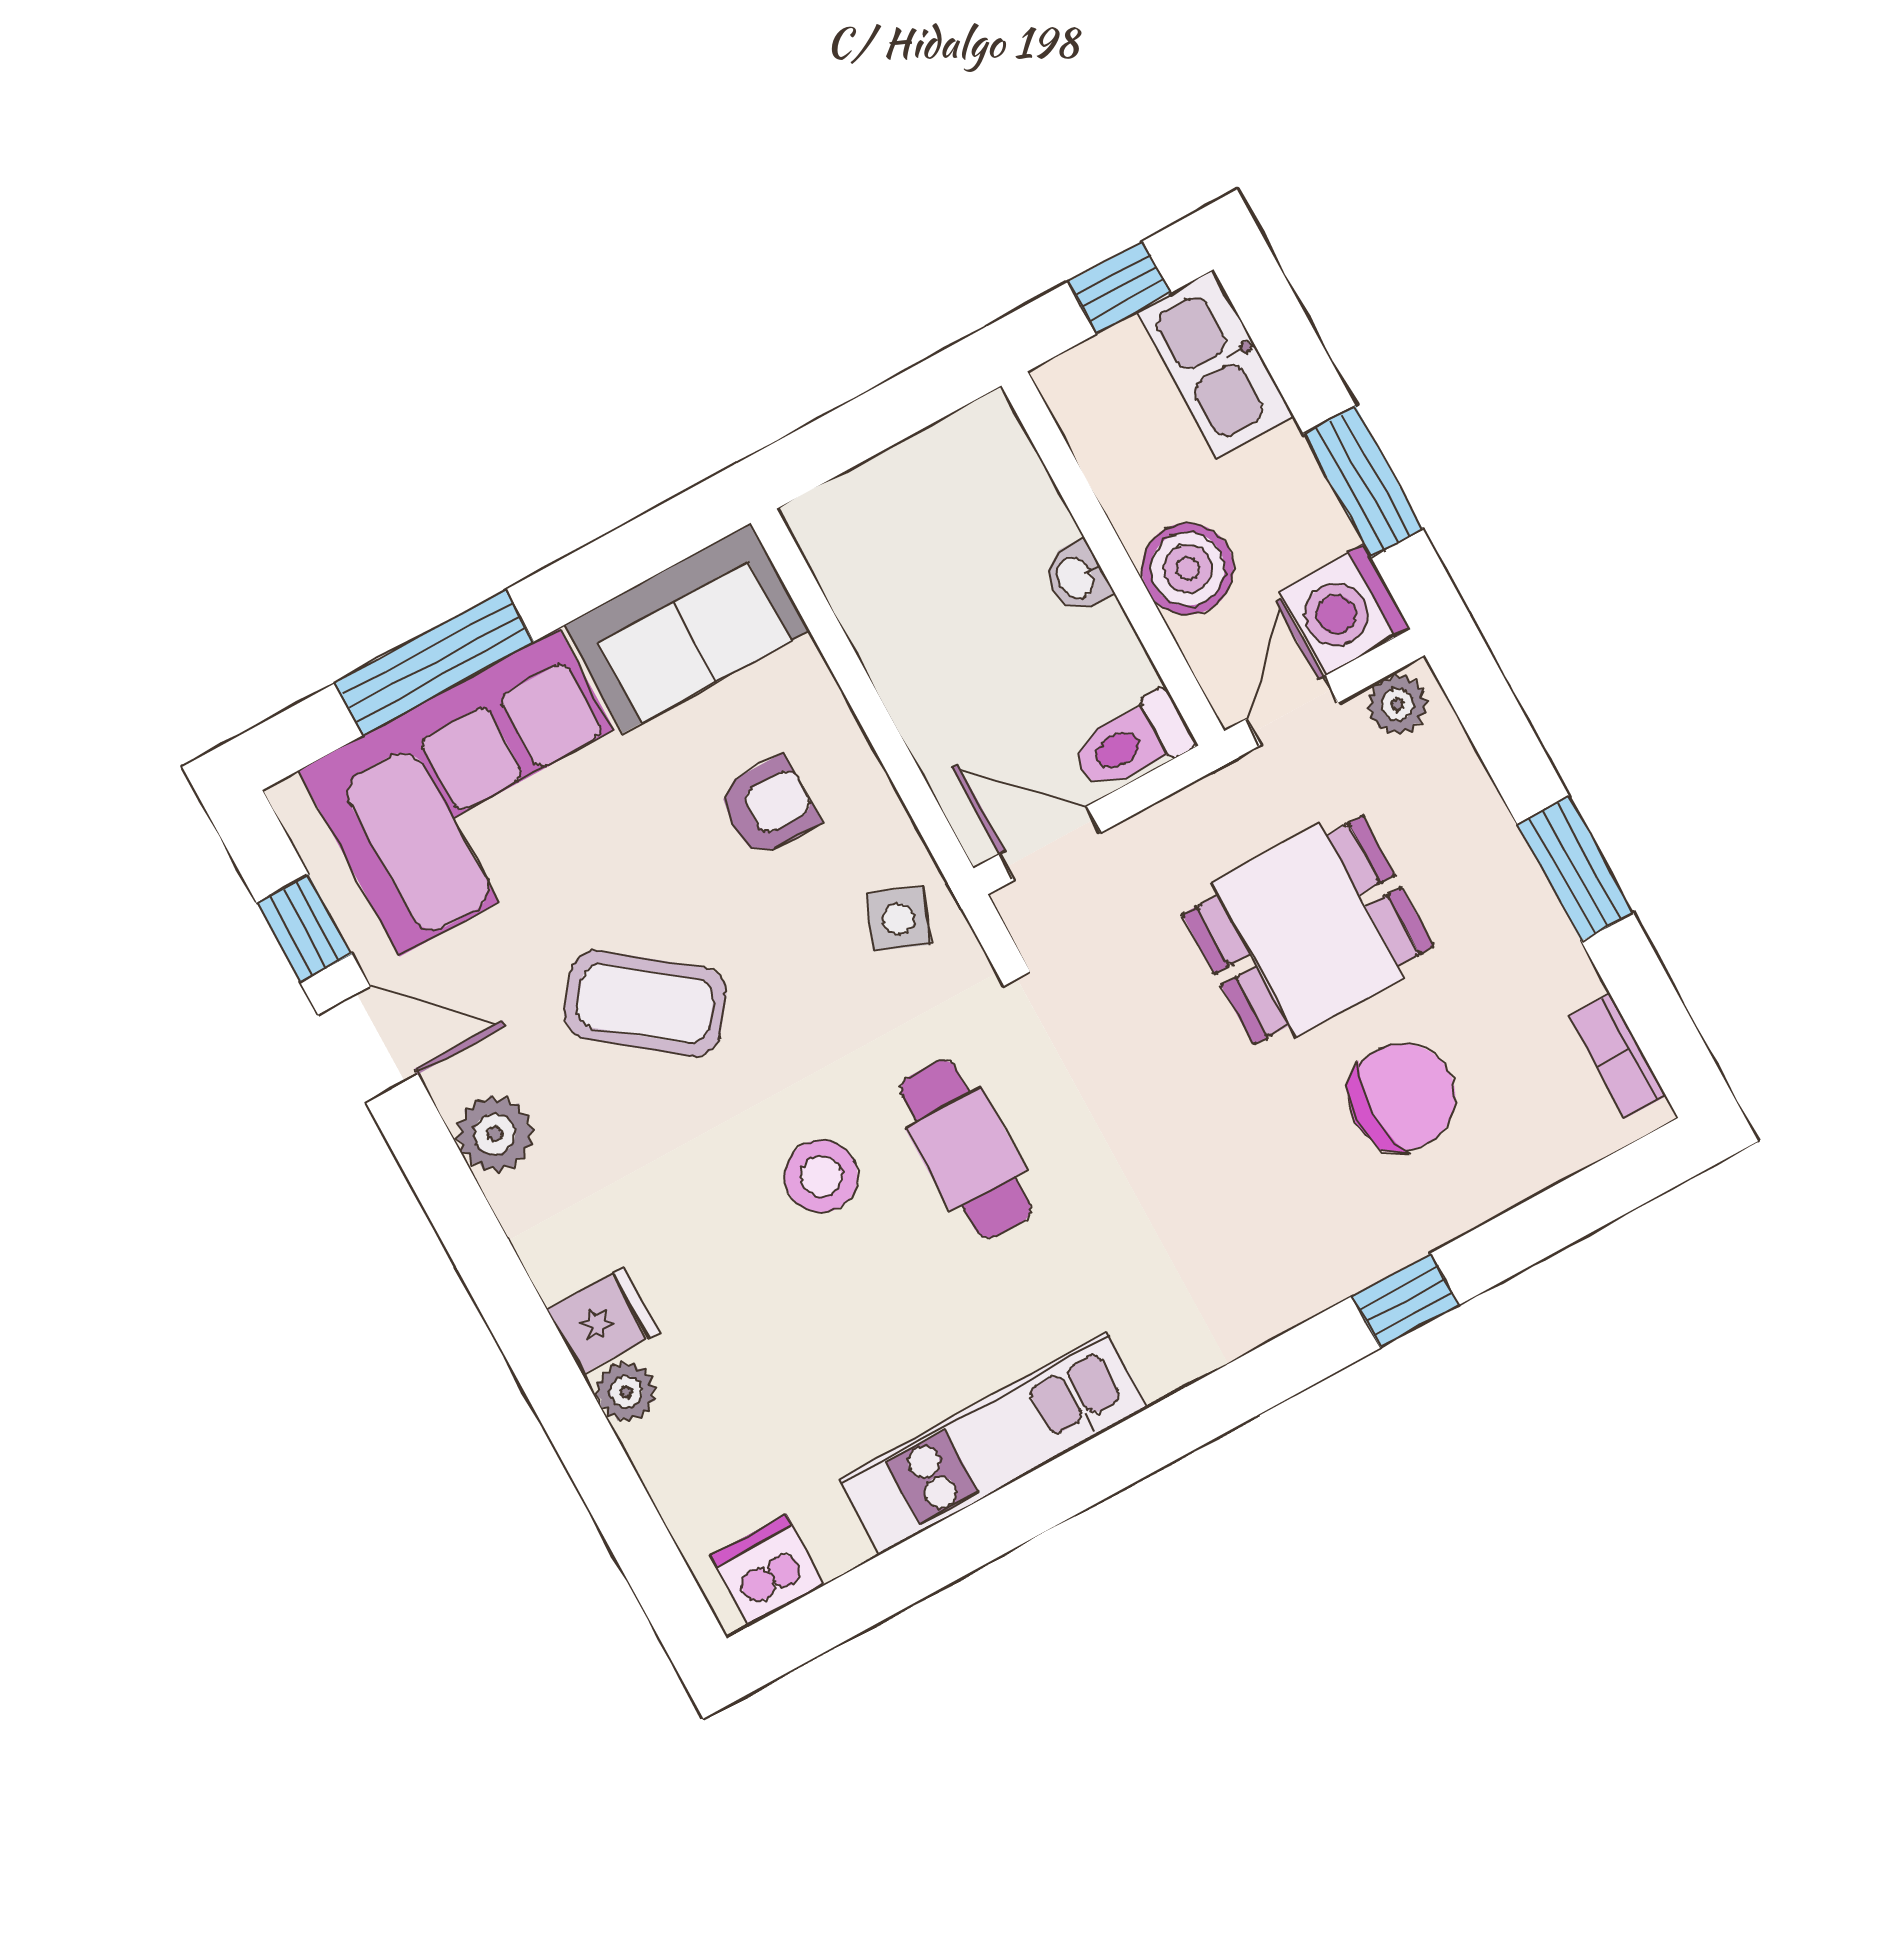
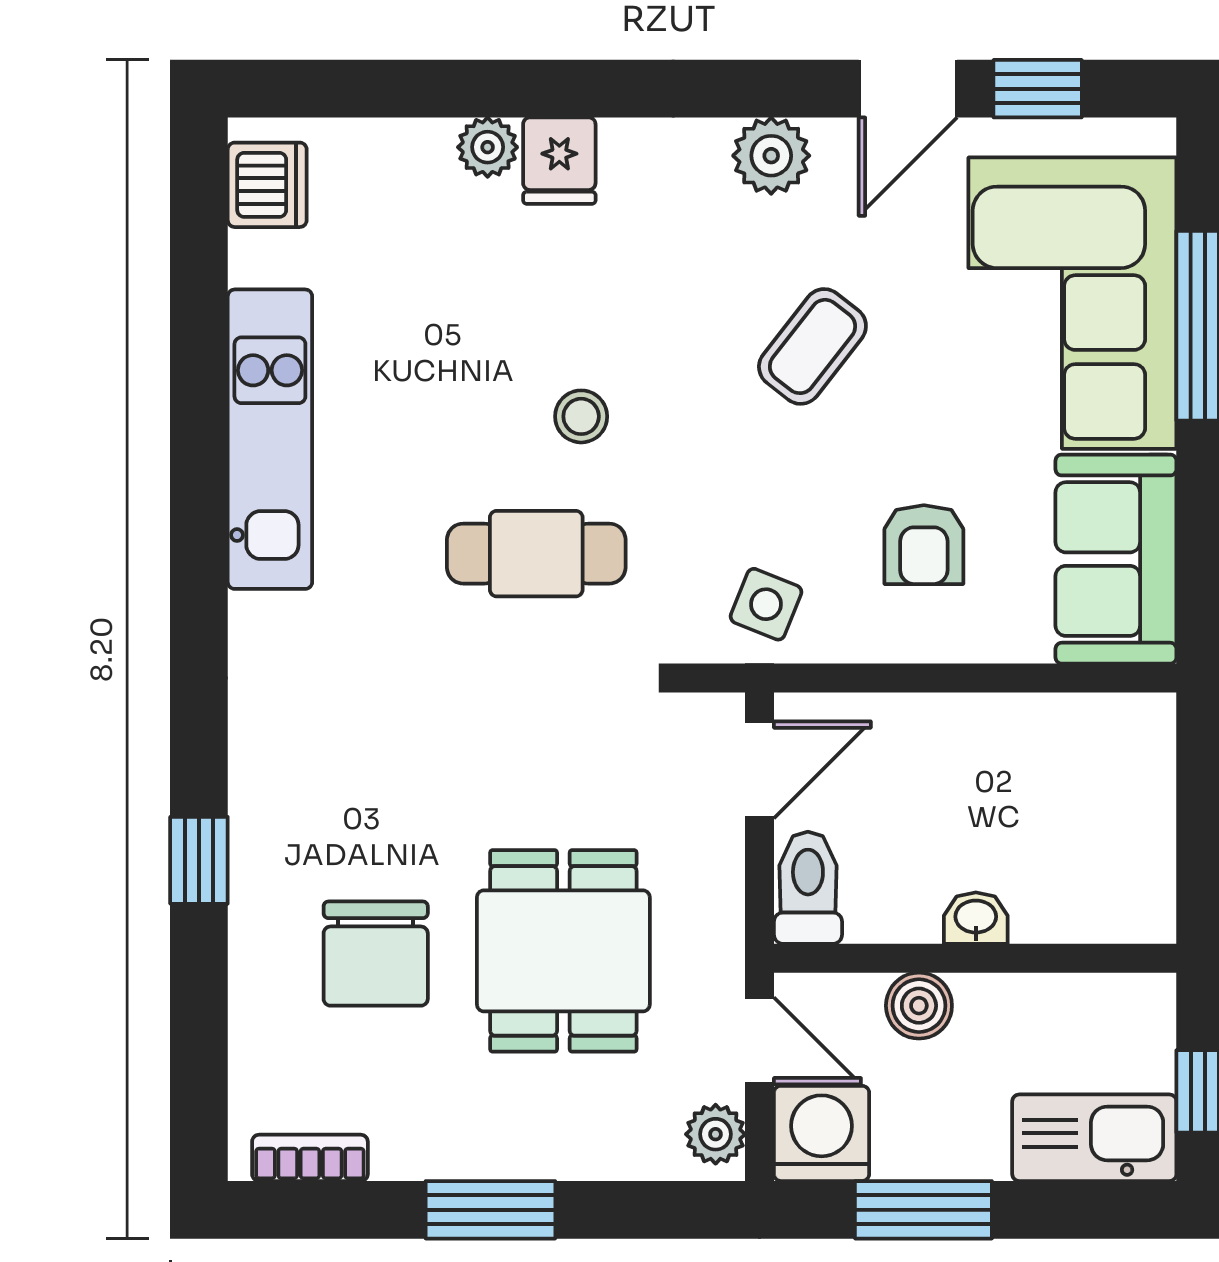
boiler: (1188, 569) -> (919, 1006), width x0.73, depth x0.73
coffee table: (645, 1003) -> (812, 346), width x0.73, depth x0.77
stool: (821, 1176) -> (581, 416), width x0.73, depth x0.73

